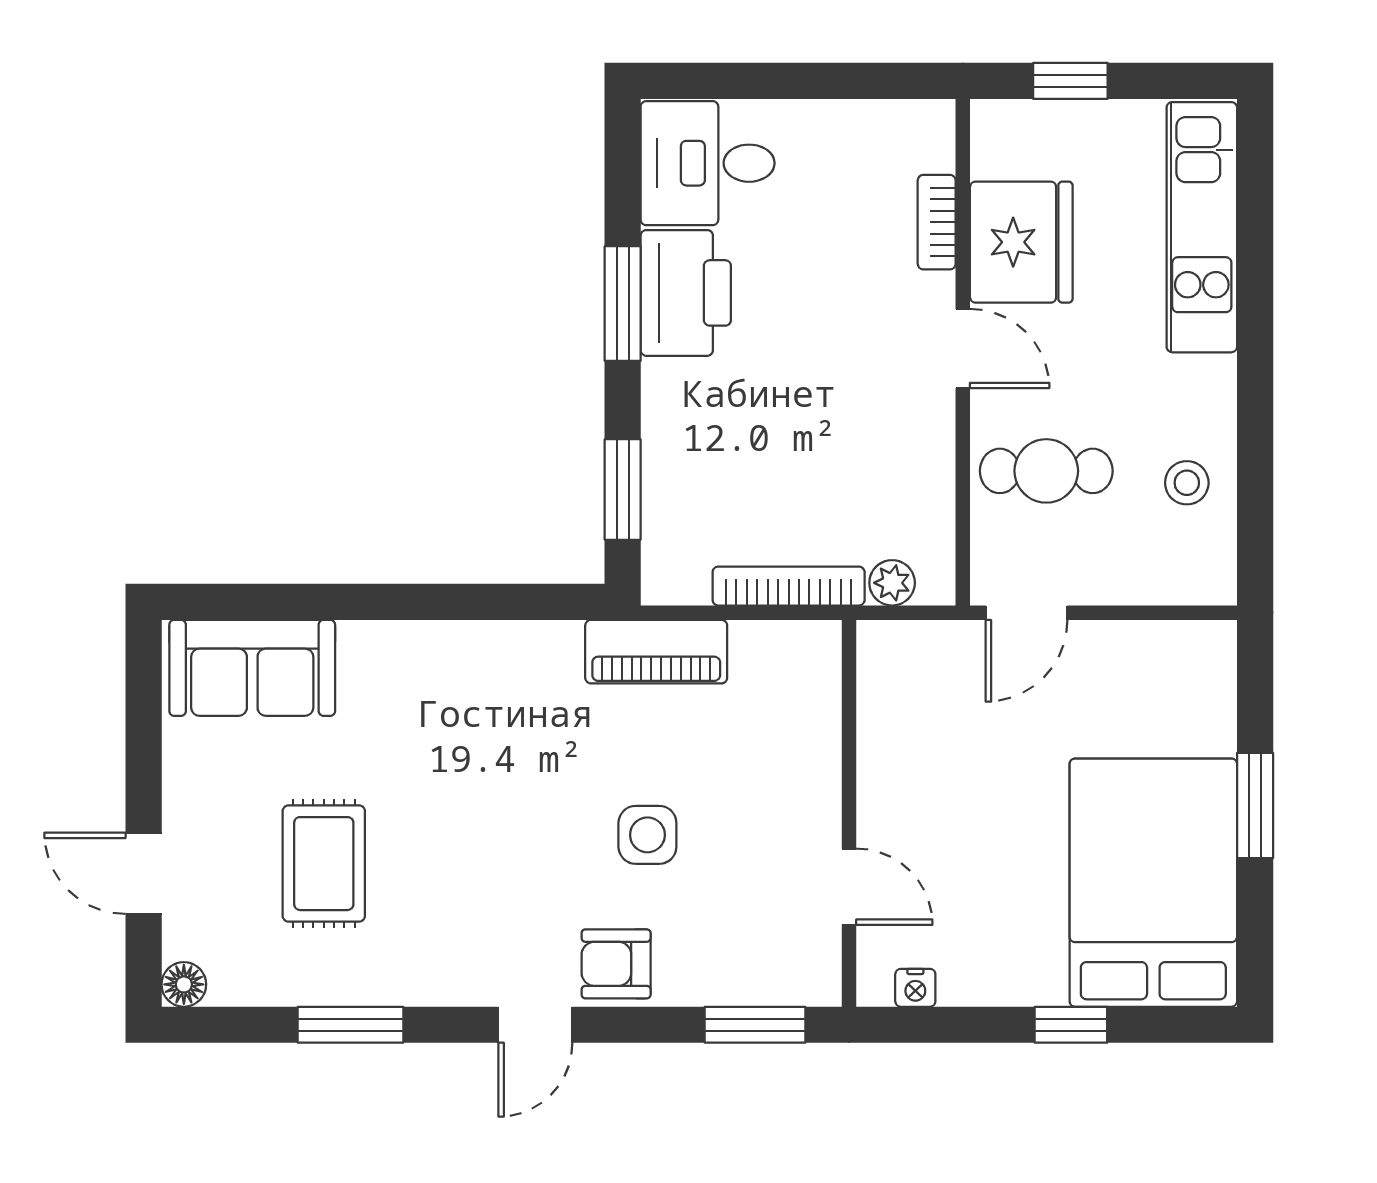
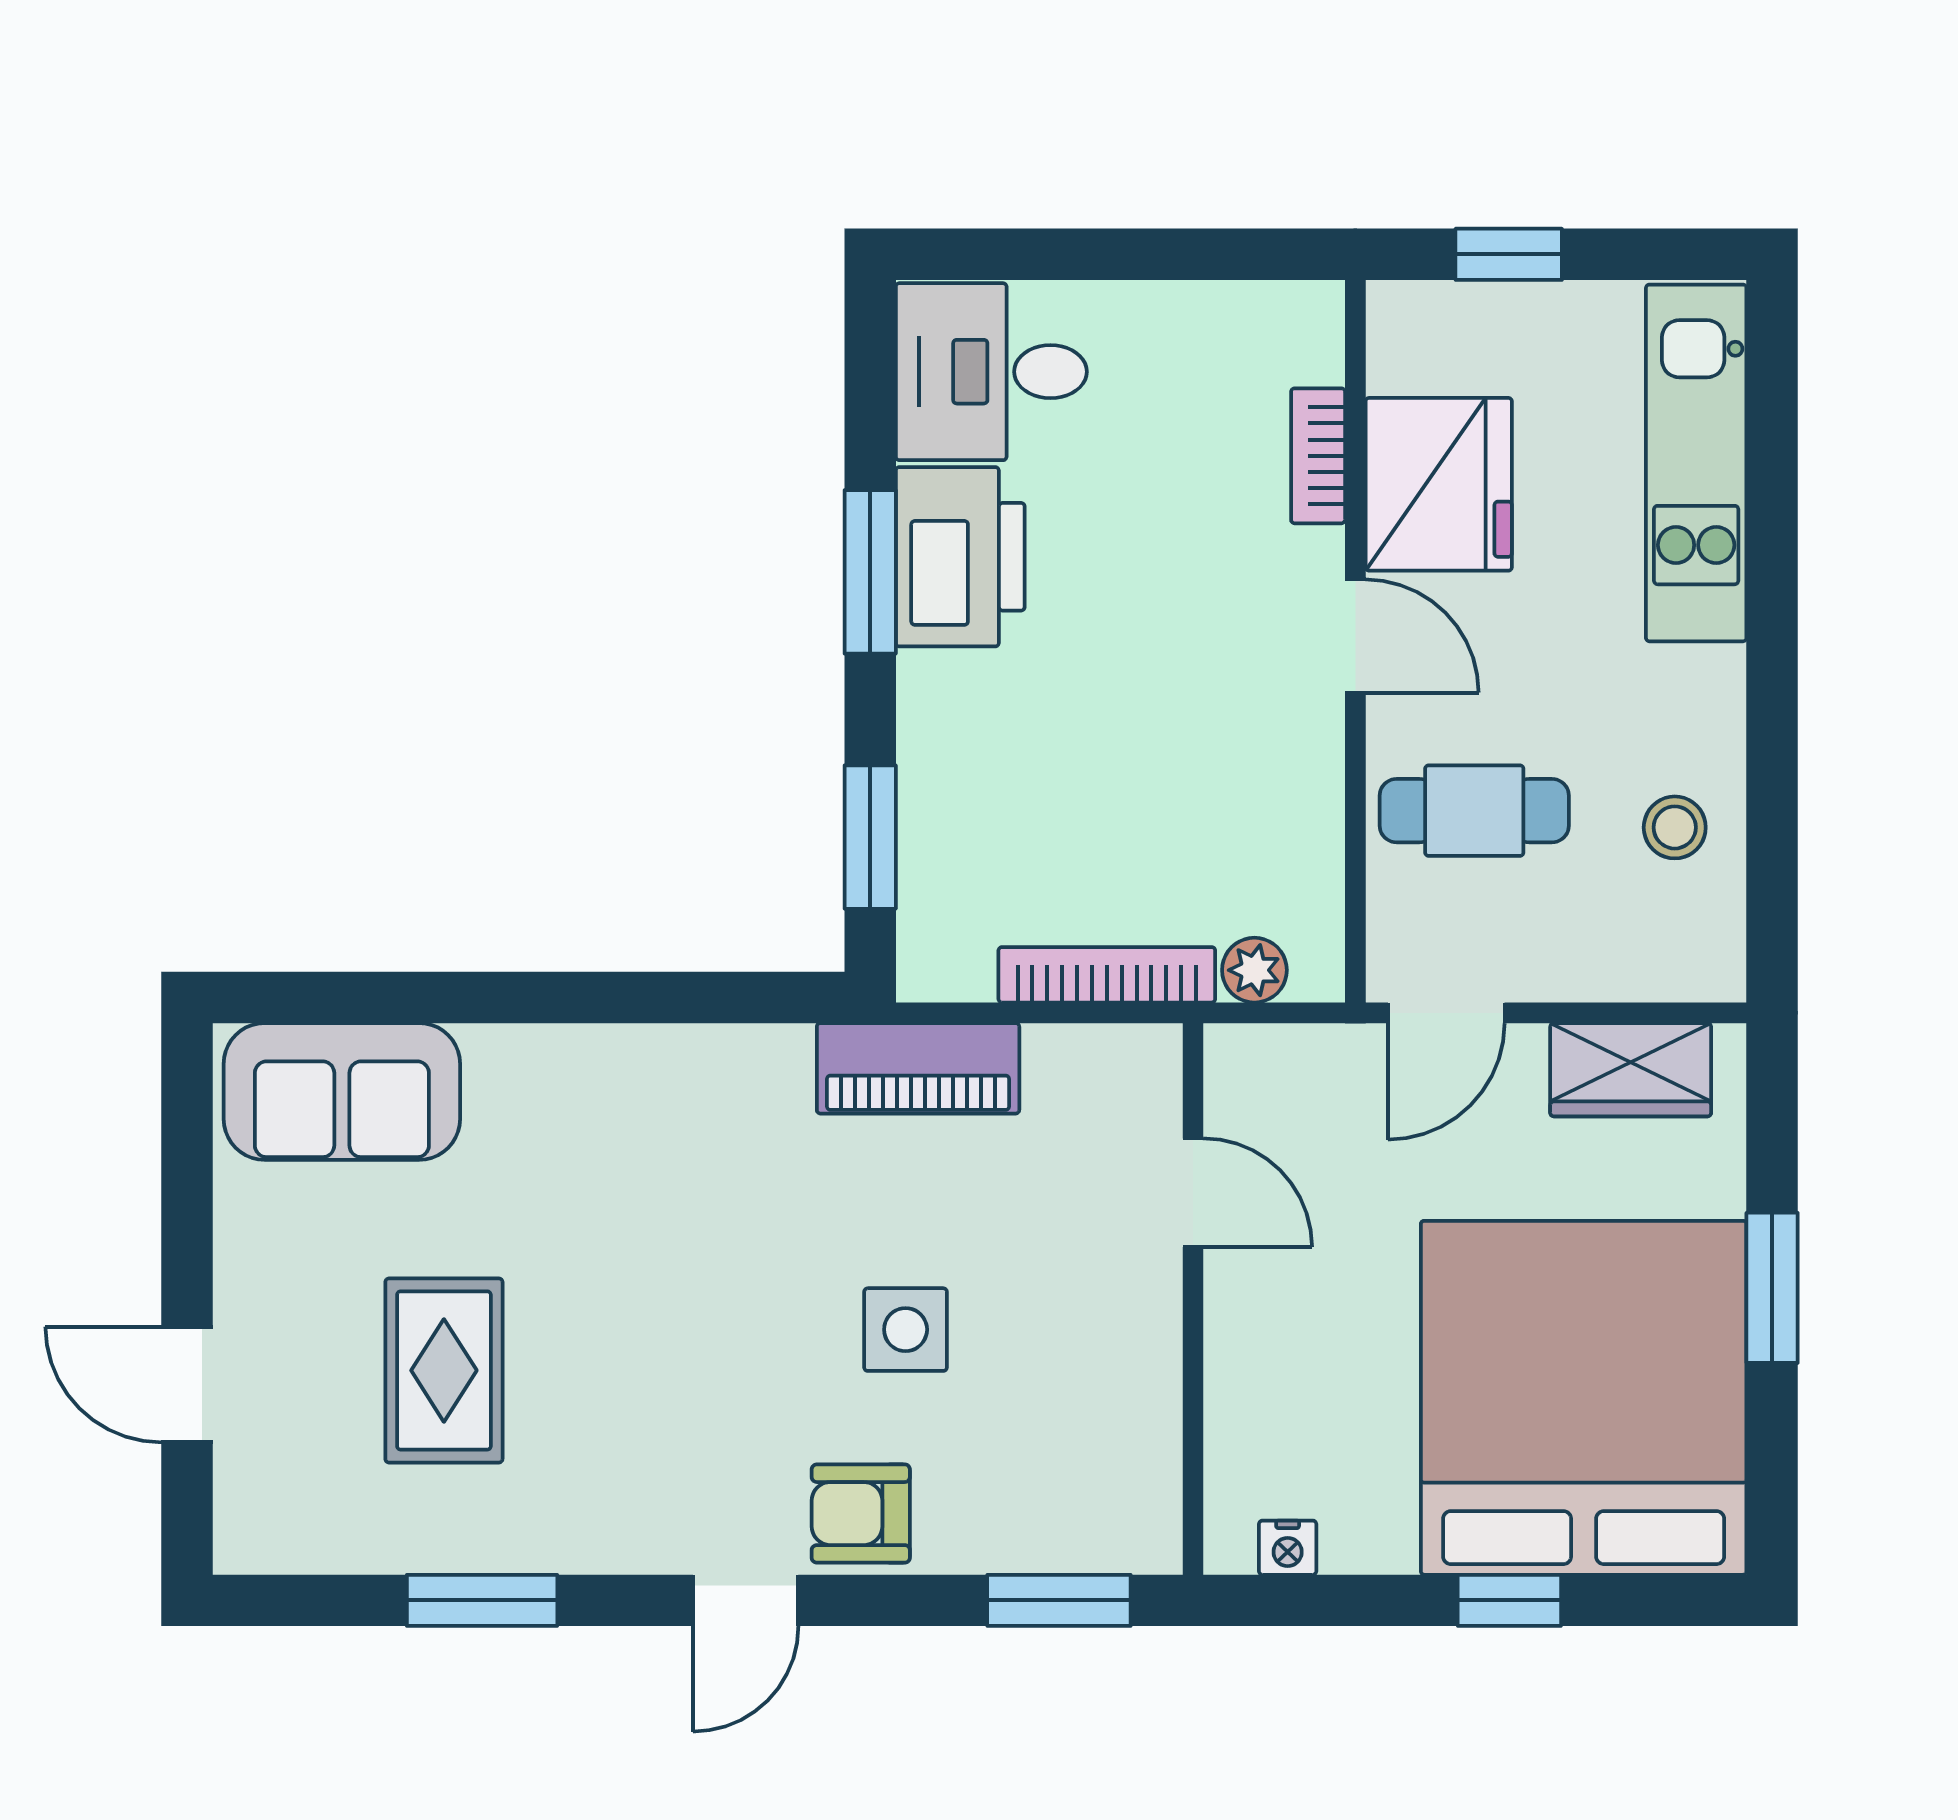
wardrobe: (1156, 653) -> (1631, 1070), added
bed: (1153, 883) -> (1584, 1398), width x1.36
door: (849, 887) -> (1193, 1193), moved
floor lamp: (184, 984) -> (244, 1543), removed

